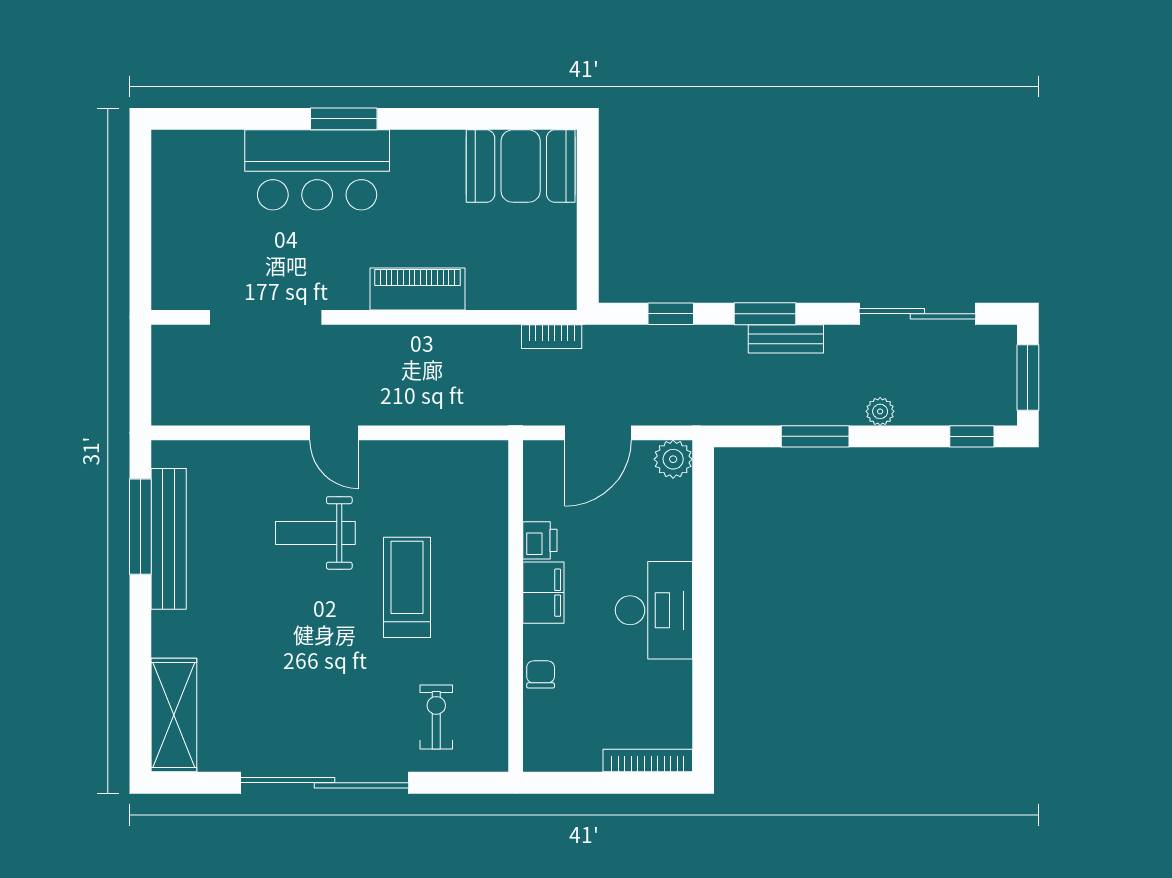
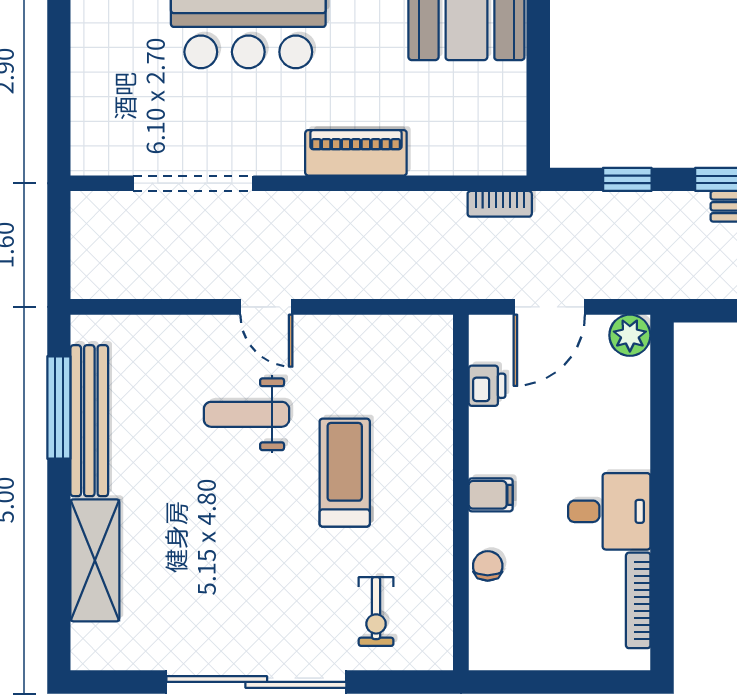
printer: (540, 540) -> (487, 386), moved
filing cabinet: (543, 593) -> (491, 495), width x0.50
desk: (654, 610) -> (609, 511), width x0.73
shelving: (174, 715) -> (95, 560), moved
exercise bike: (436, 717) -> (376, 612), turned 180
bookcase: (648, 761) -> (638, 600), moved, turned -90

